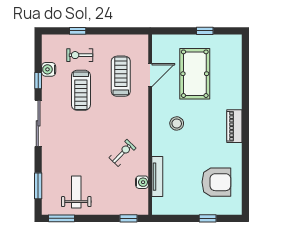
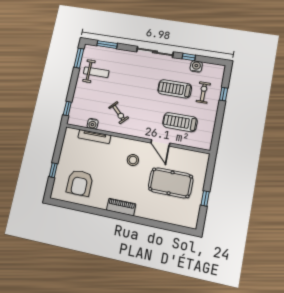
door: (150, 75) -> (160, 143), moved
treadmill: (121, 76) -> (180, 122), turned 180

